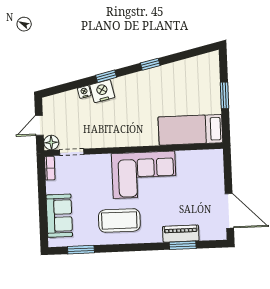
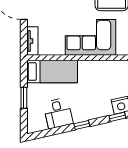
desk: (181, 78) -> (58, 113), added
tv unit: (217, 167) -> (32, 41), added

